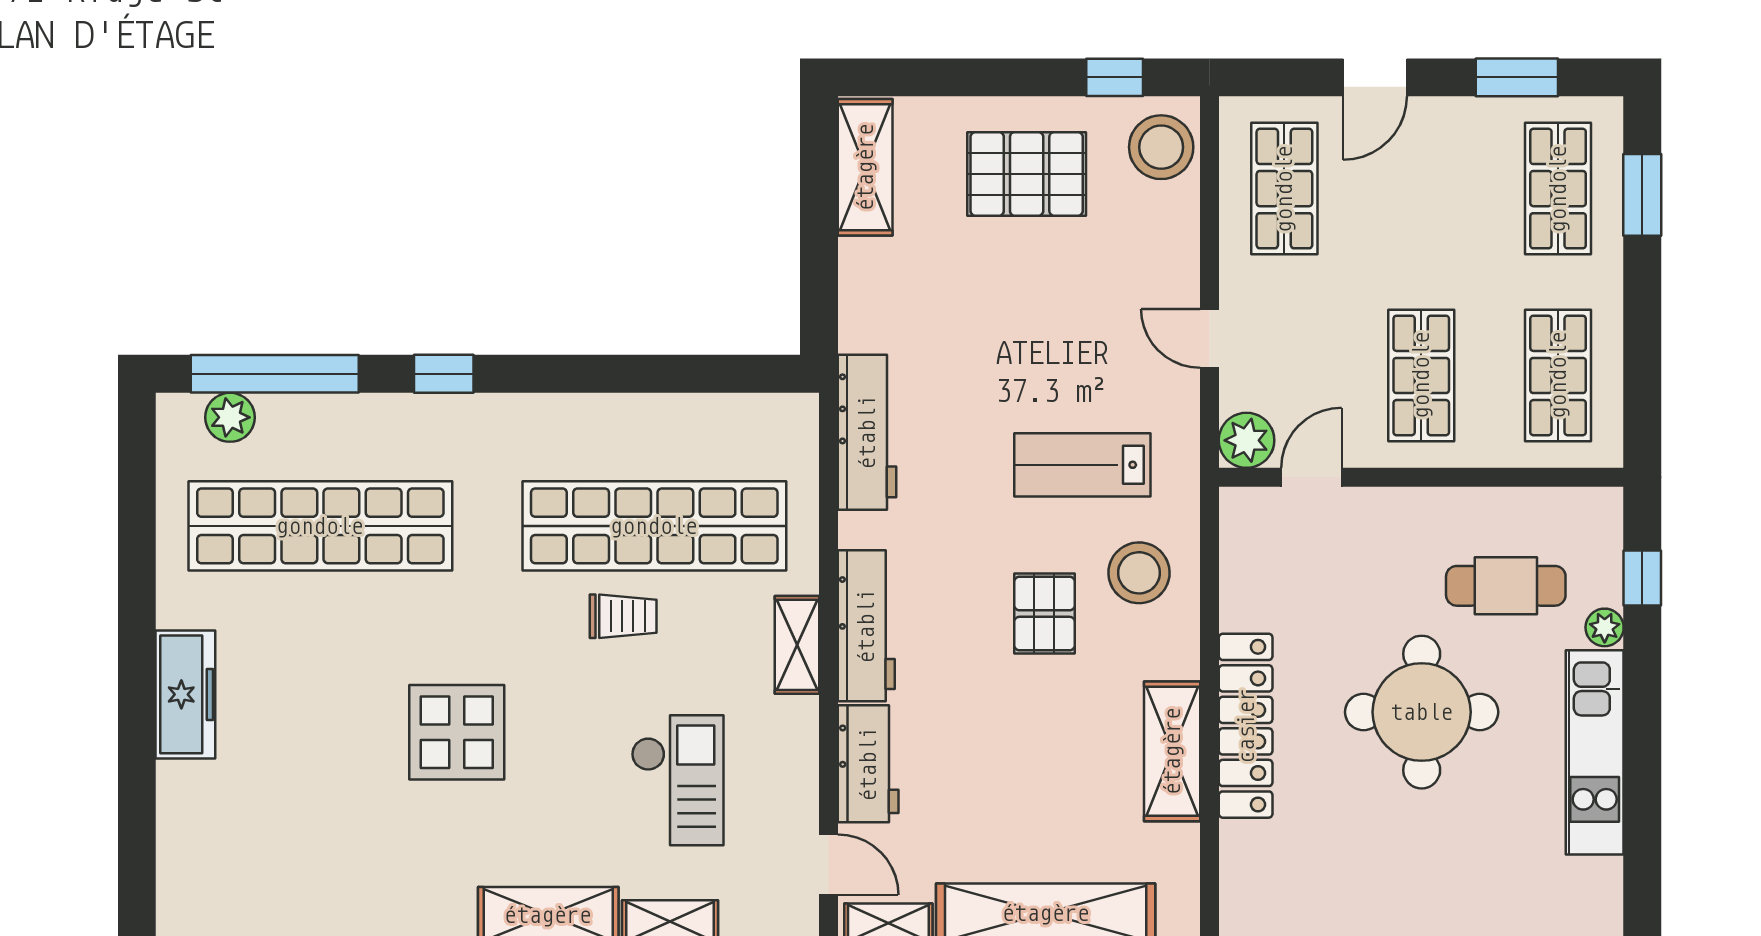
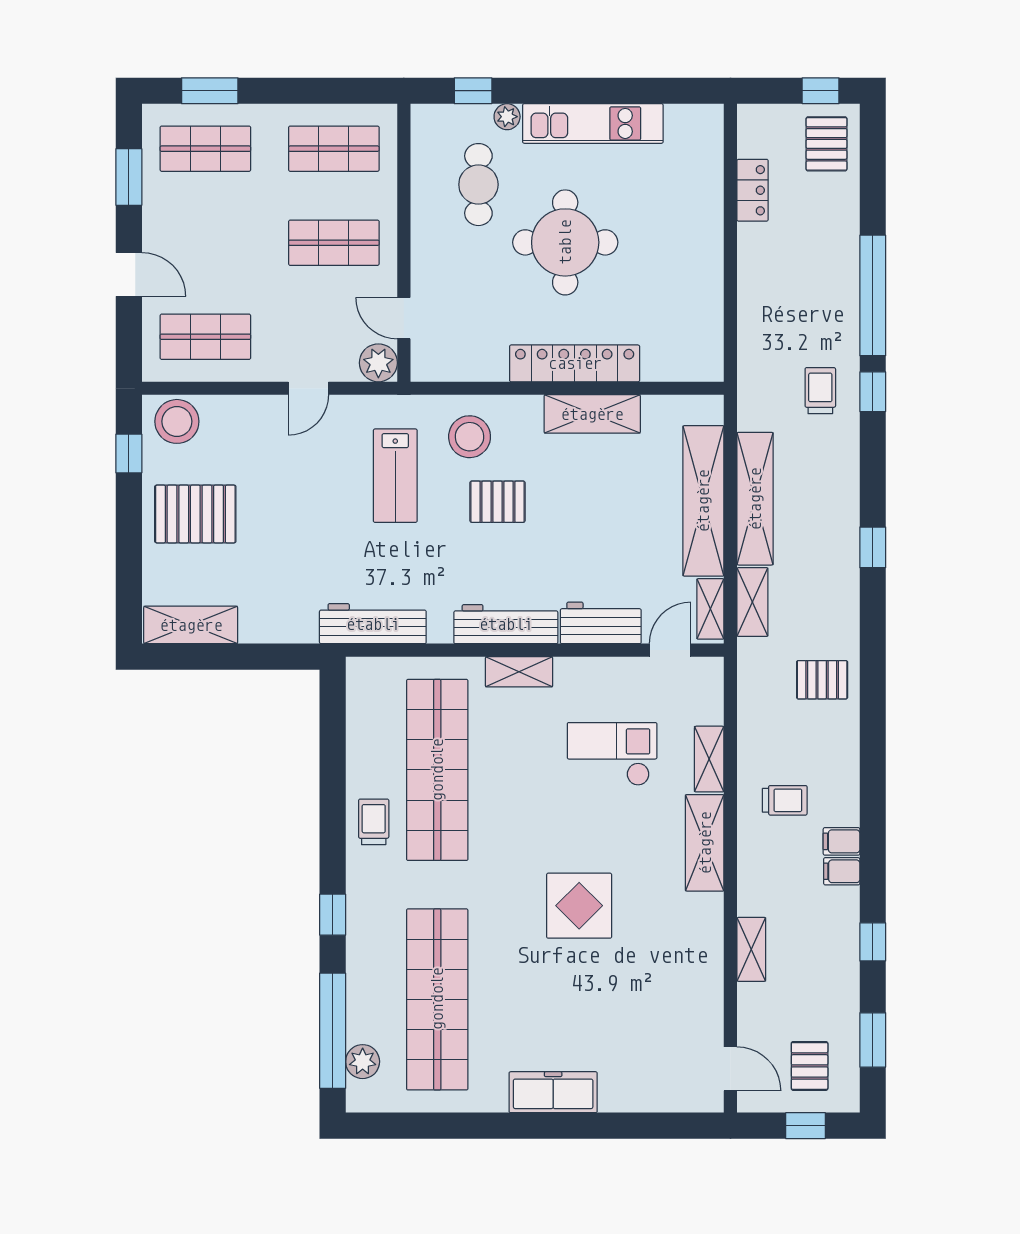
pallet: (1027, 174) -> (195, 514), turned 90
trolley: (623, 616) -> (374, 822), moved

